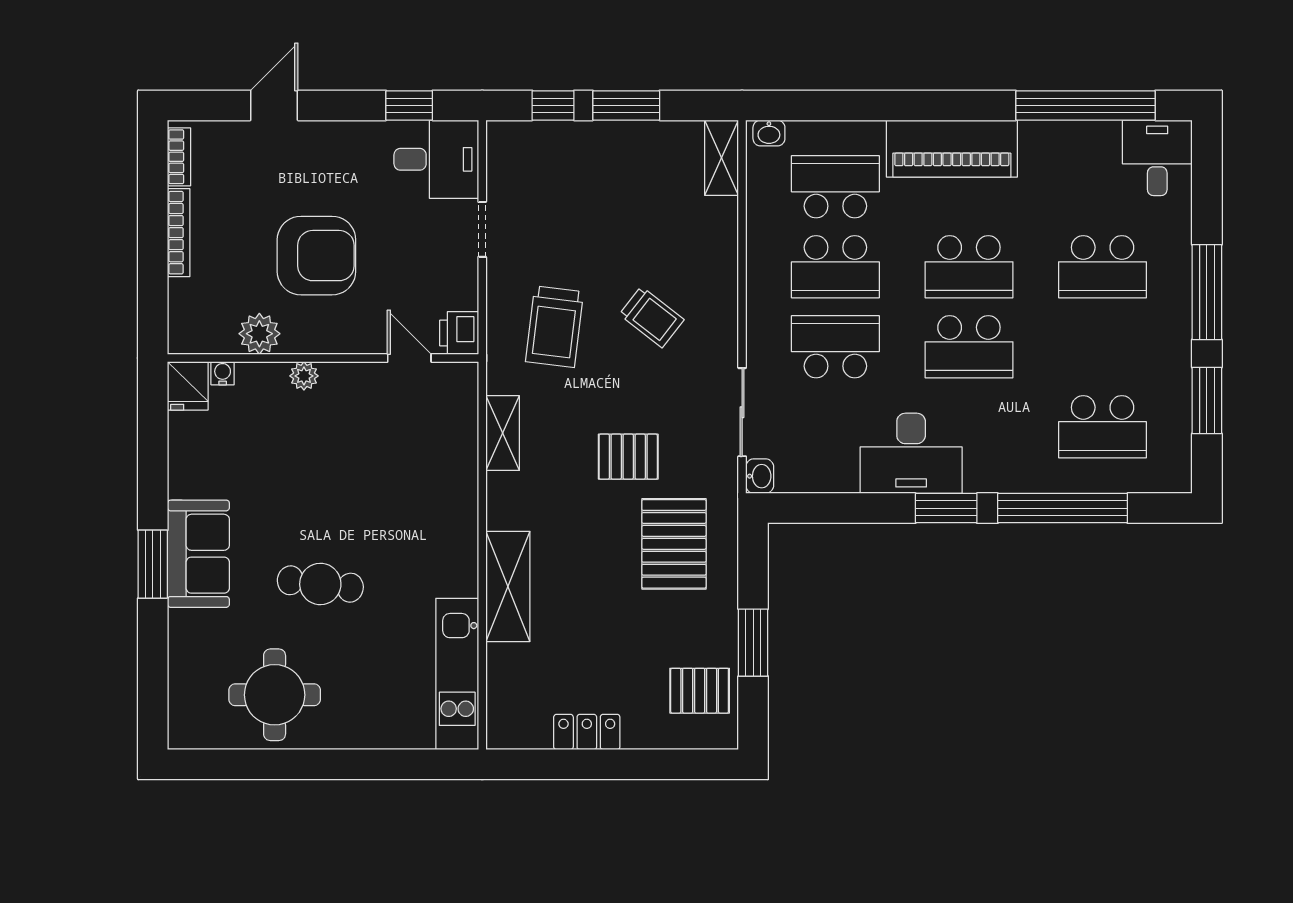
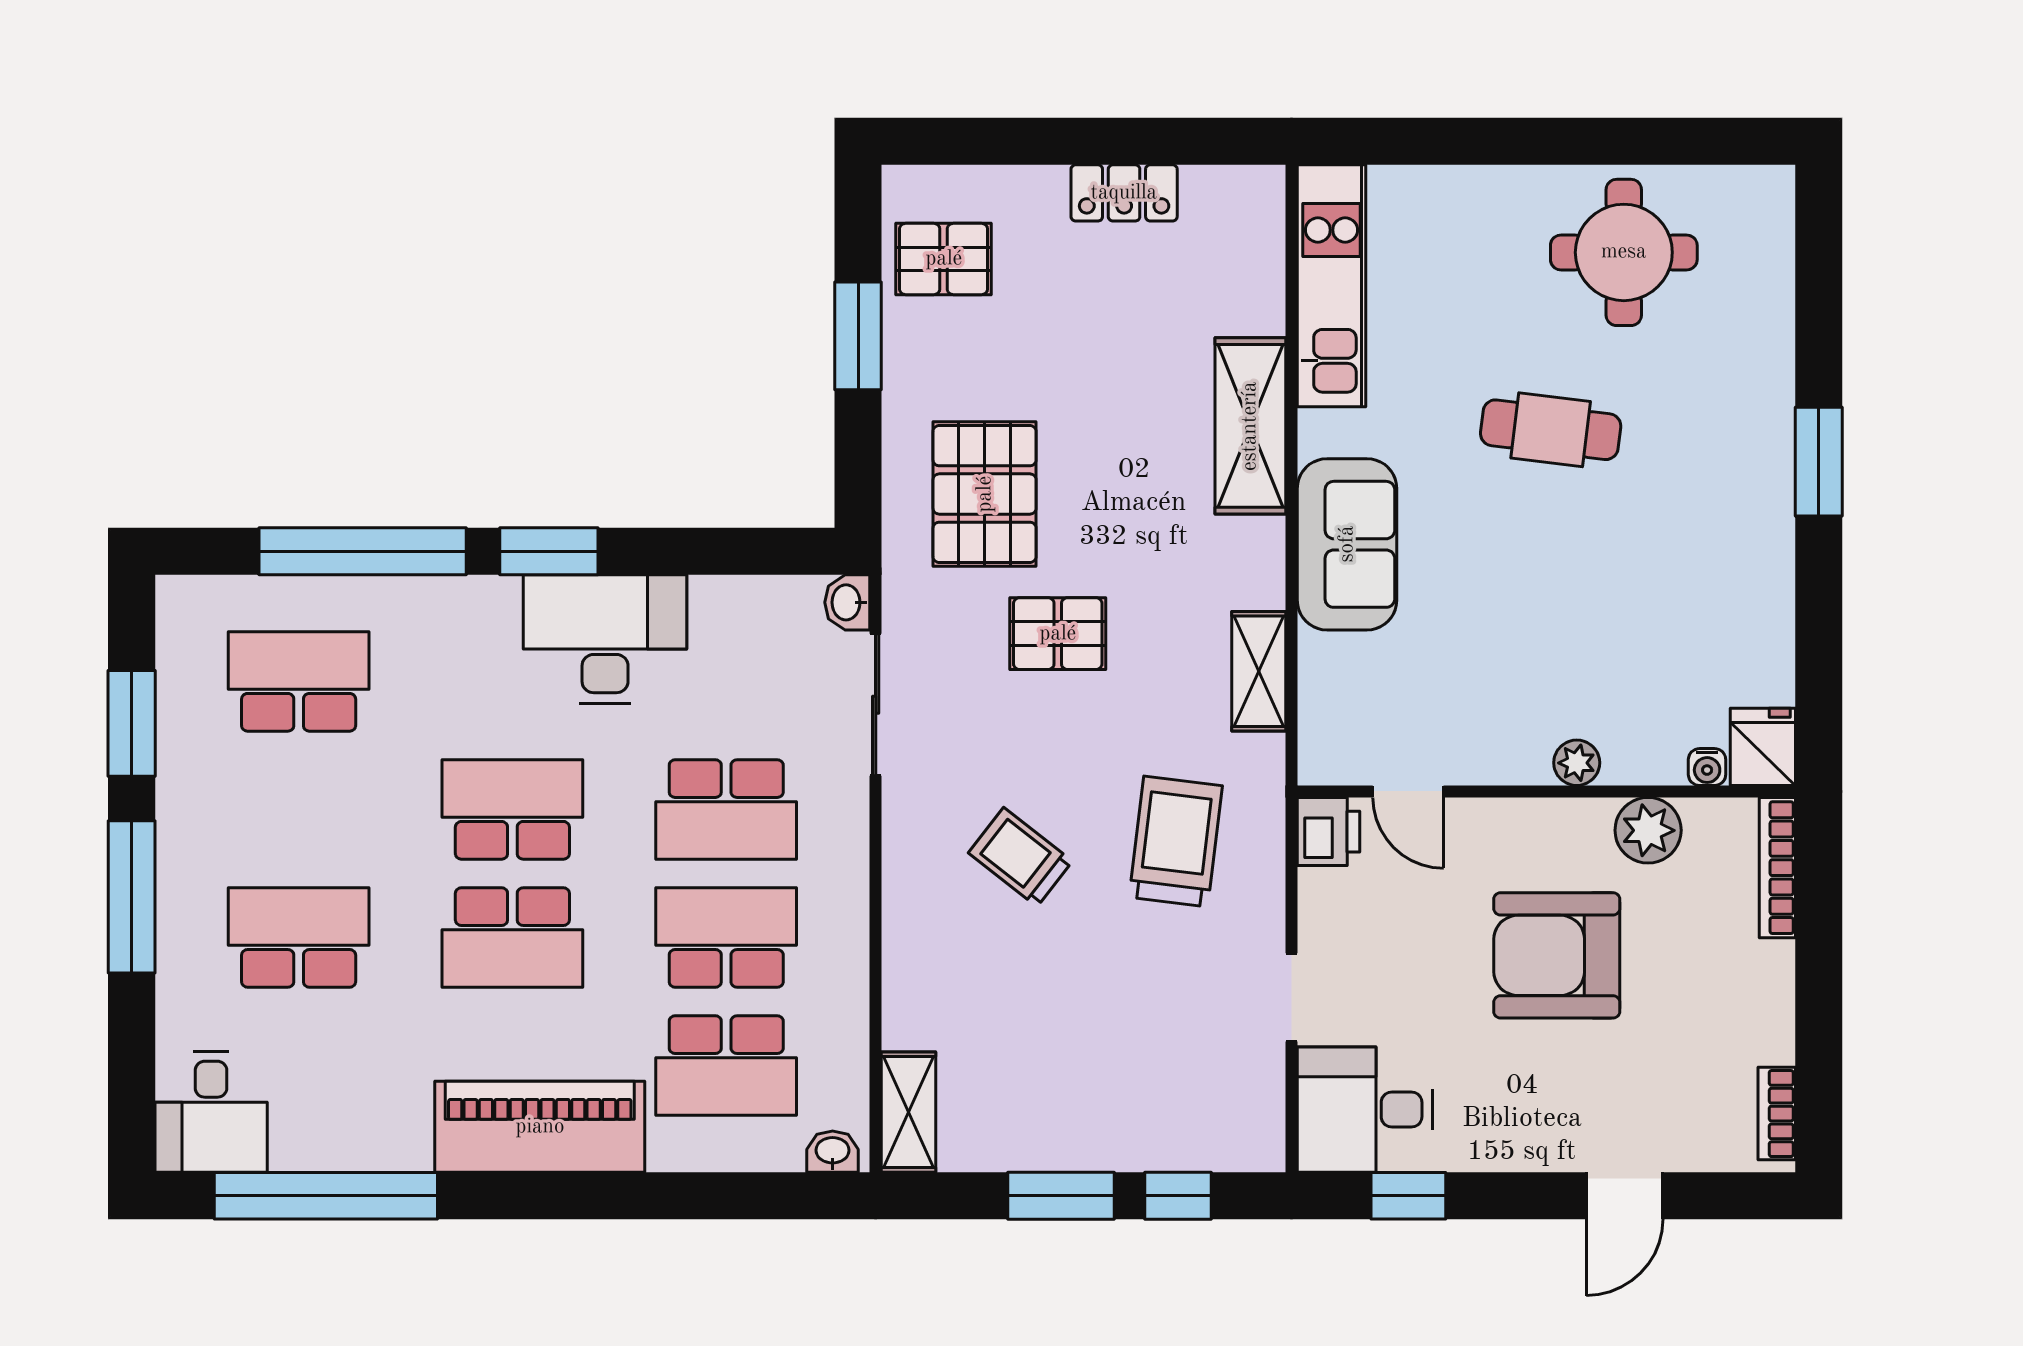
bookcase: (179, 233) -> (1777, 868), moved
school desk: (969, 267) -> (512, 937), turned 180
sofa: (198, 554) -> (1347, 544), moved, turned 180

